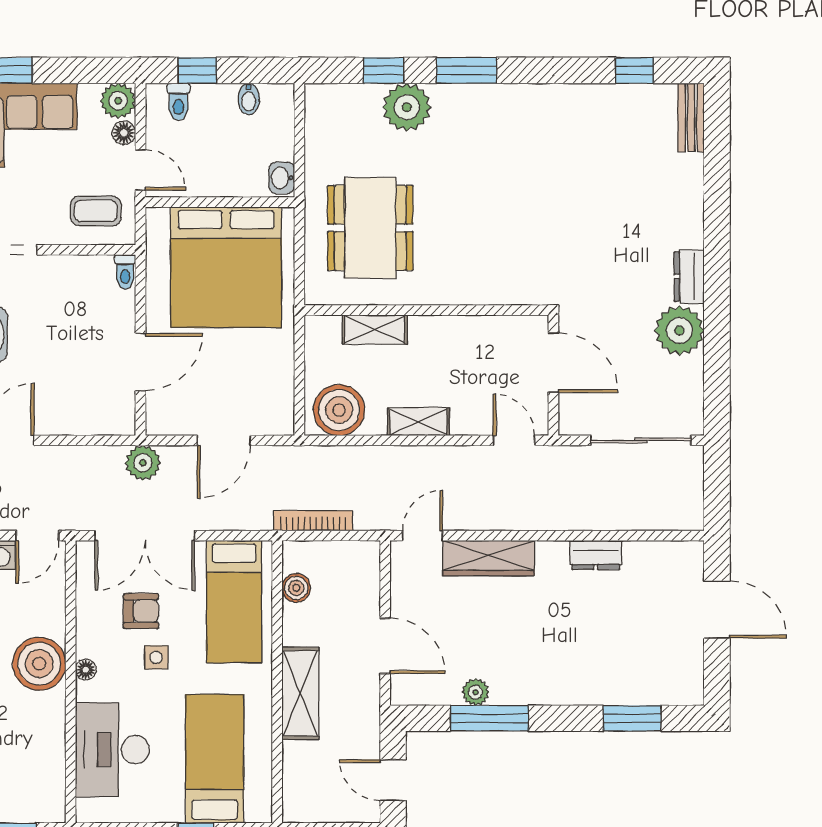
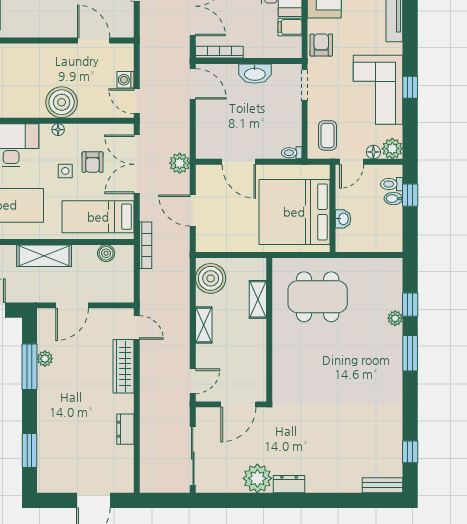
bidet: (249, 99) -> (393, 199), moved
plant: (407, 107) -> (395, 318), width x0.53, depth x0.53
washbasin: (282, 178) -> (343, 219), moved, turned 90
bookcase: (313, 521) -> (146, 245), moved

